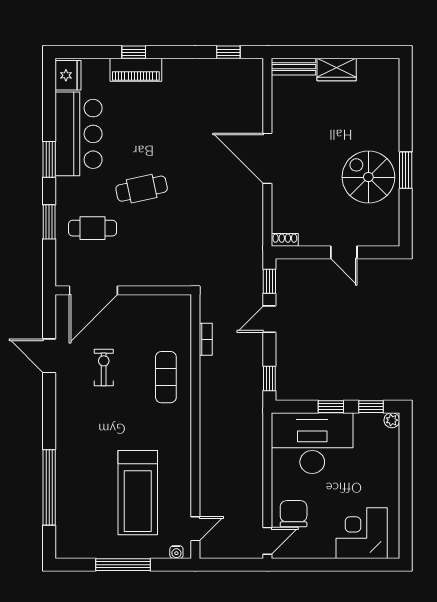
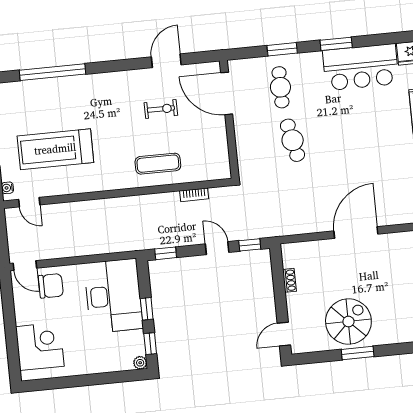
cafe table: (142, 189) -> (293, 140), moved
shoe rack: (285, 240) -> (289, 280), moved
door: (344, 252) -> (284, 334), moved

